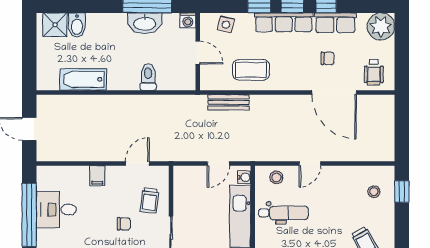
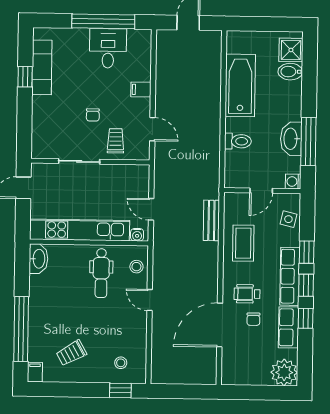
wheelchair: (374, 72) -> (247, 294), moved
bathtub: (83, 79) -> (240, 85), width x1.36, depth x1.36
trolley: (150, 201) -> (115, 141), turned 83

